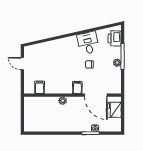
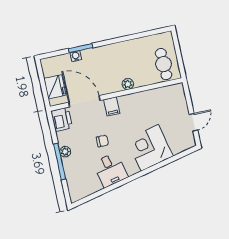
printer: (115, 38) -> (62, 119), moved
corner desk: (57, 52) -> (150, 148), added
door: (22, 64) -> (193, 122), hinge flipped
filing cabinet: (40, 87) -> (163, 95), removed
cafe table: (34, 109) -> (164, 64), added

